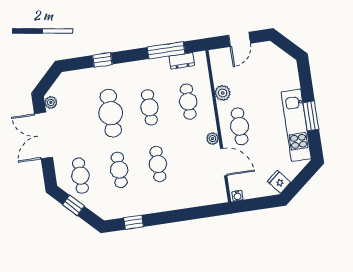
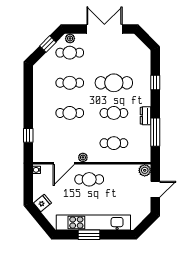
door: (240, 39) -> (155, 189), swing flipped
dresser: (182, 61) -> (146, 116), moved
plant: (223, 93) -> (145, 170), moved
plant: (51, 102) -> (70, 38), moved
kitchen unit: (296, 125) -> (93, 223), width x1.36
window: (134, 222) -> (28, 135), moved

